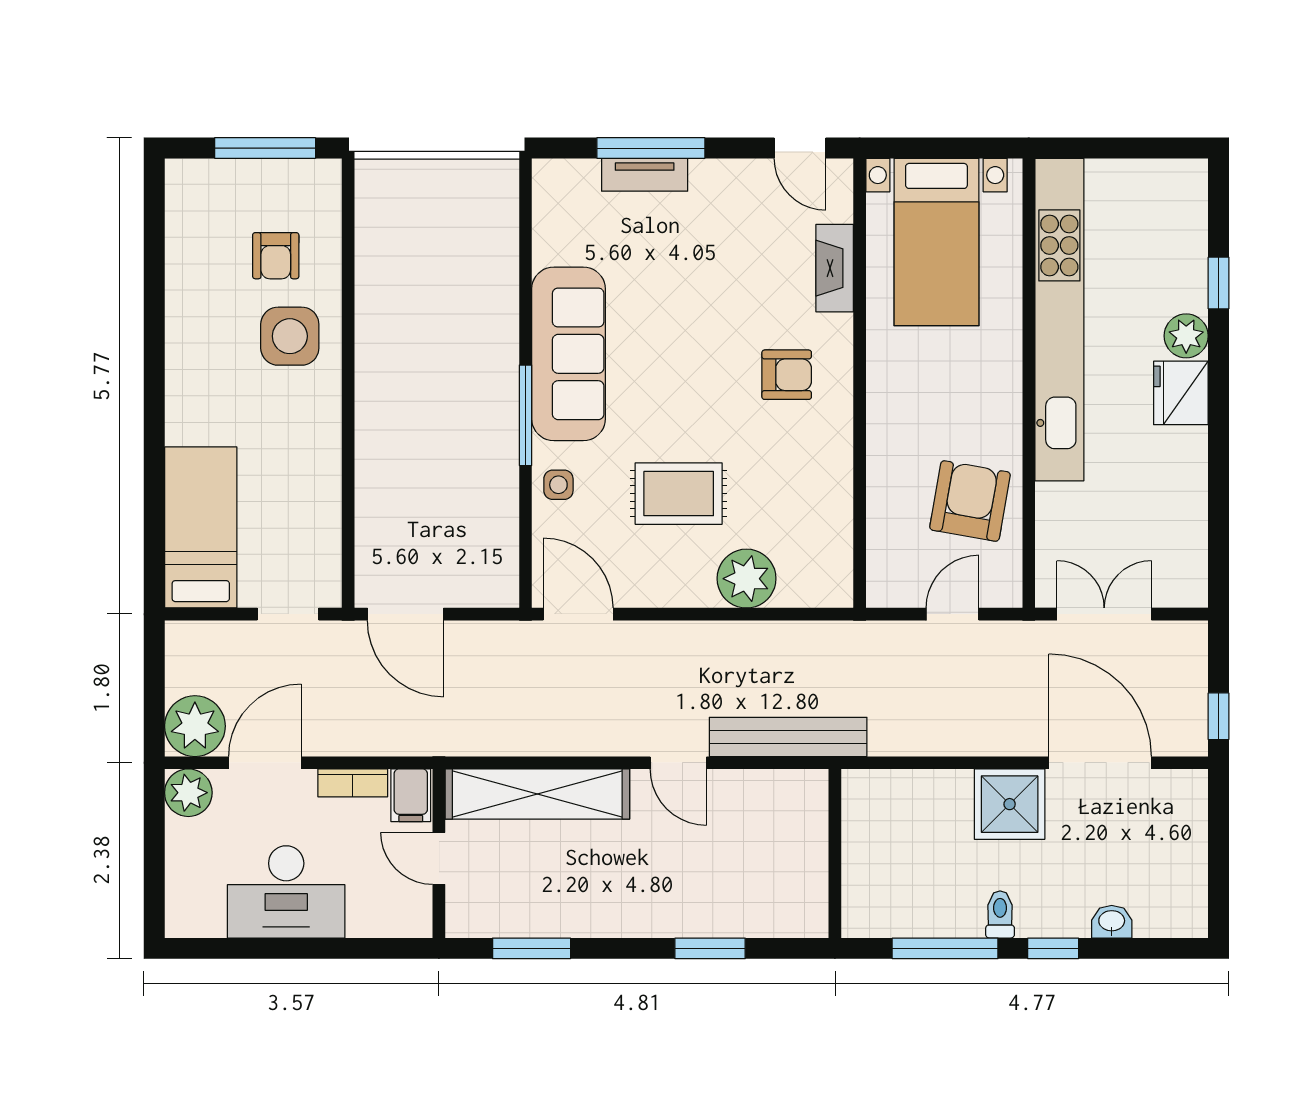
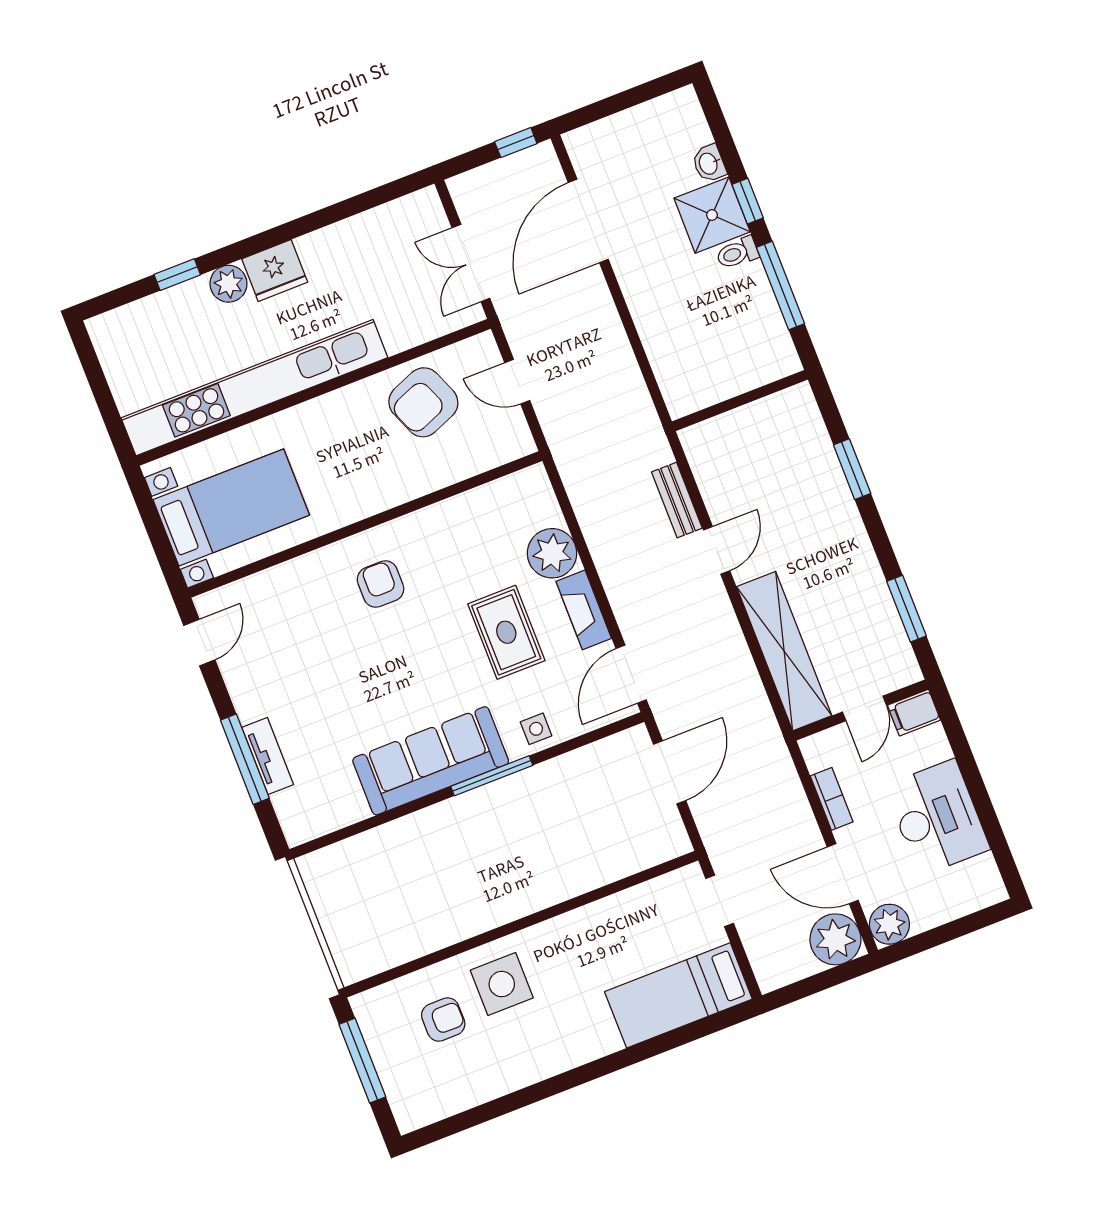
fireplace: (835, 268) -> (584, 610), moved, turned 90
armchair: (970, 501) -> (423, 402), turned -32
door: (405, 614) -> (670, 772), moved
bench: (788, 737) -> (677, 500), width x0.54, depth x0.82
filing cabinet: (411, 795) -> (914, 713), moved, turned 180
shower: (1010, 804) -> (712, 215), moved

